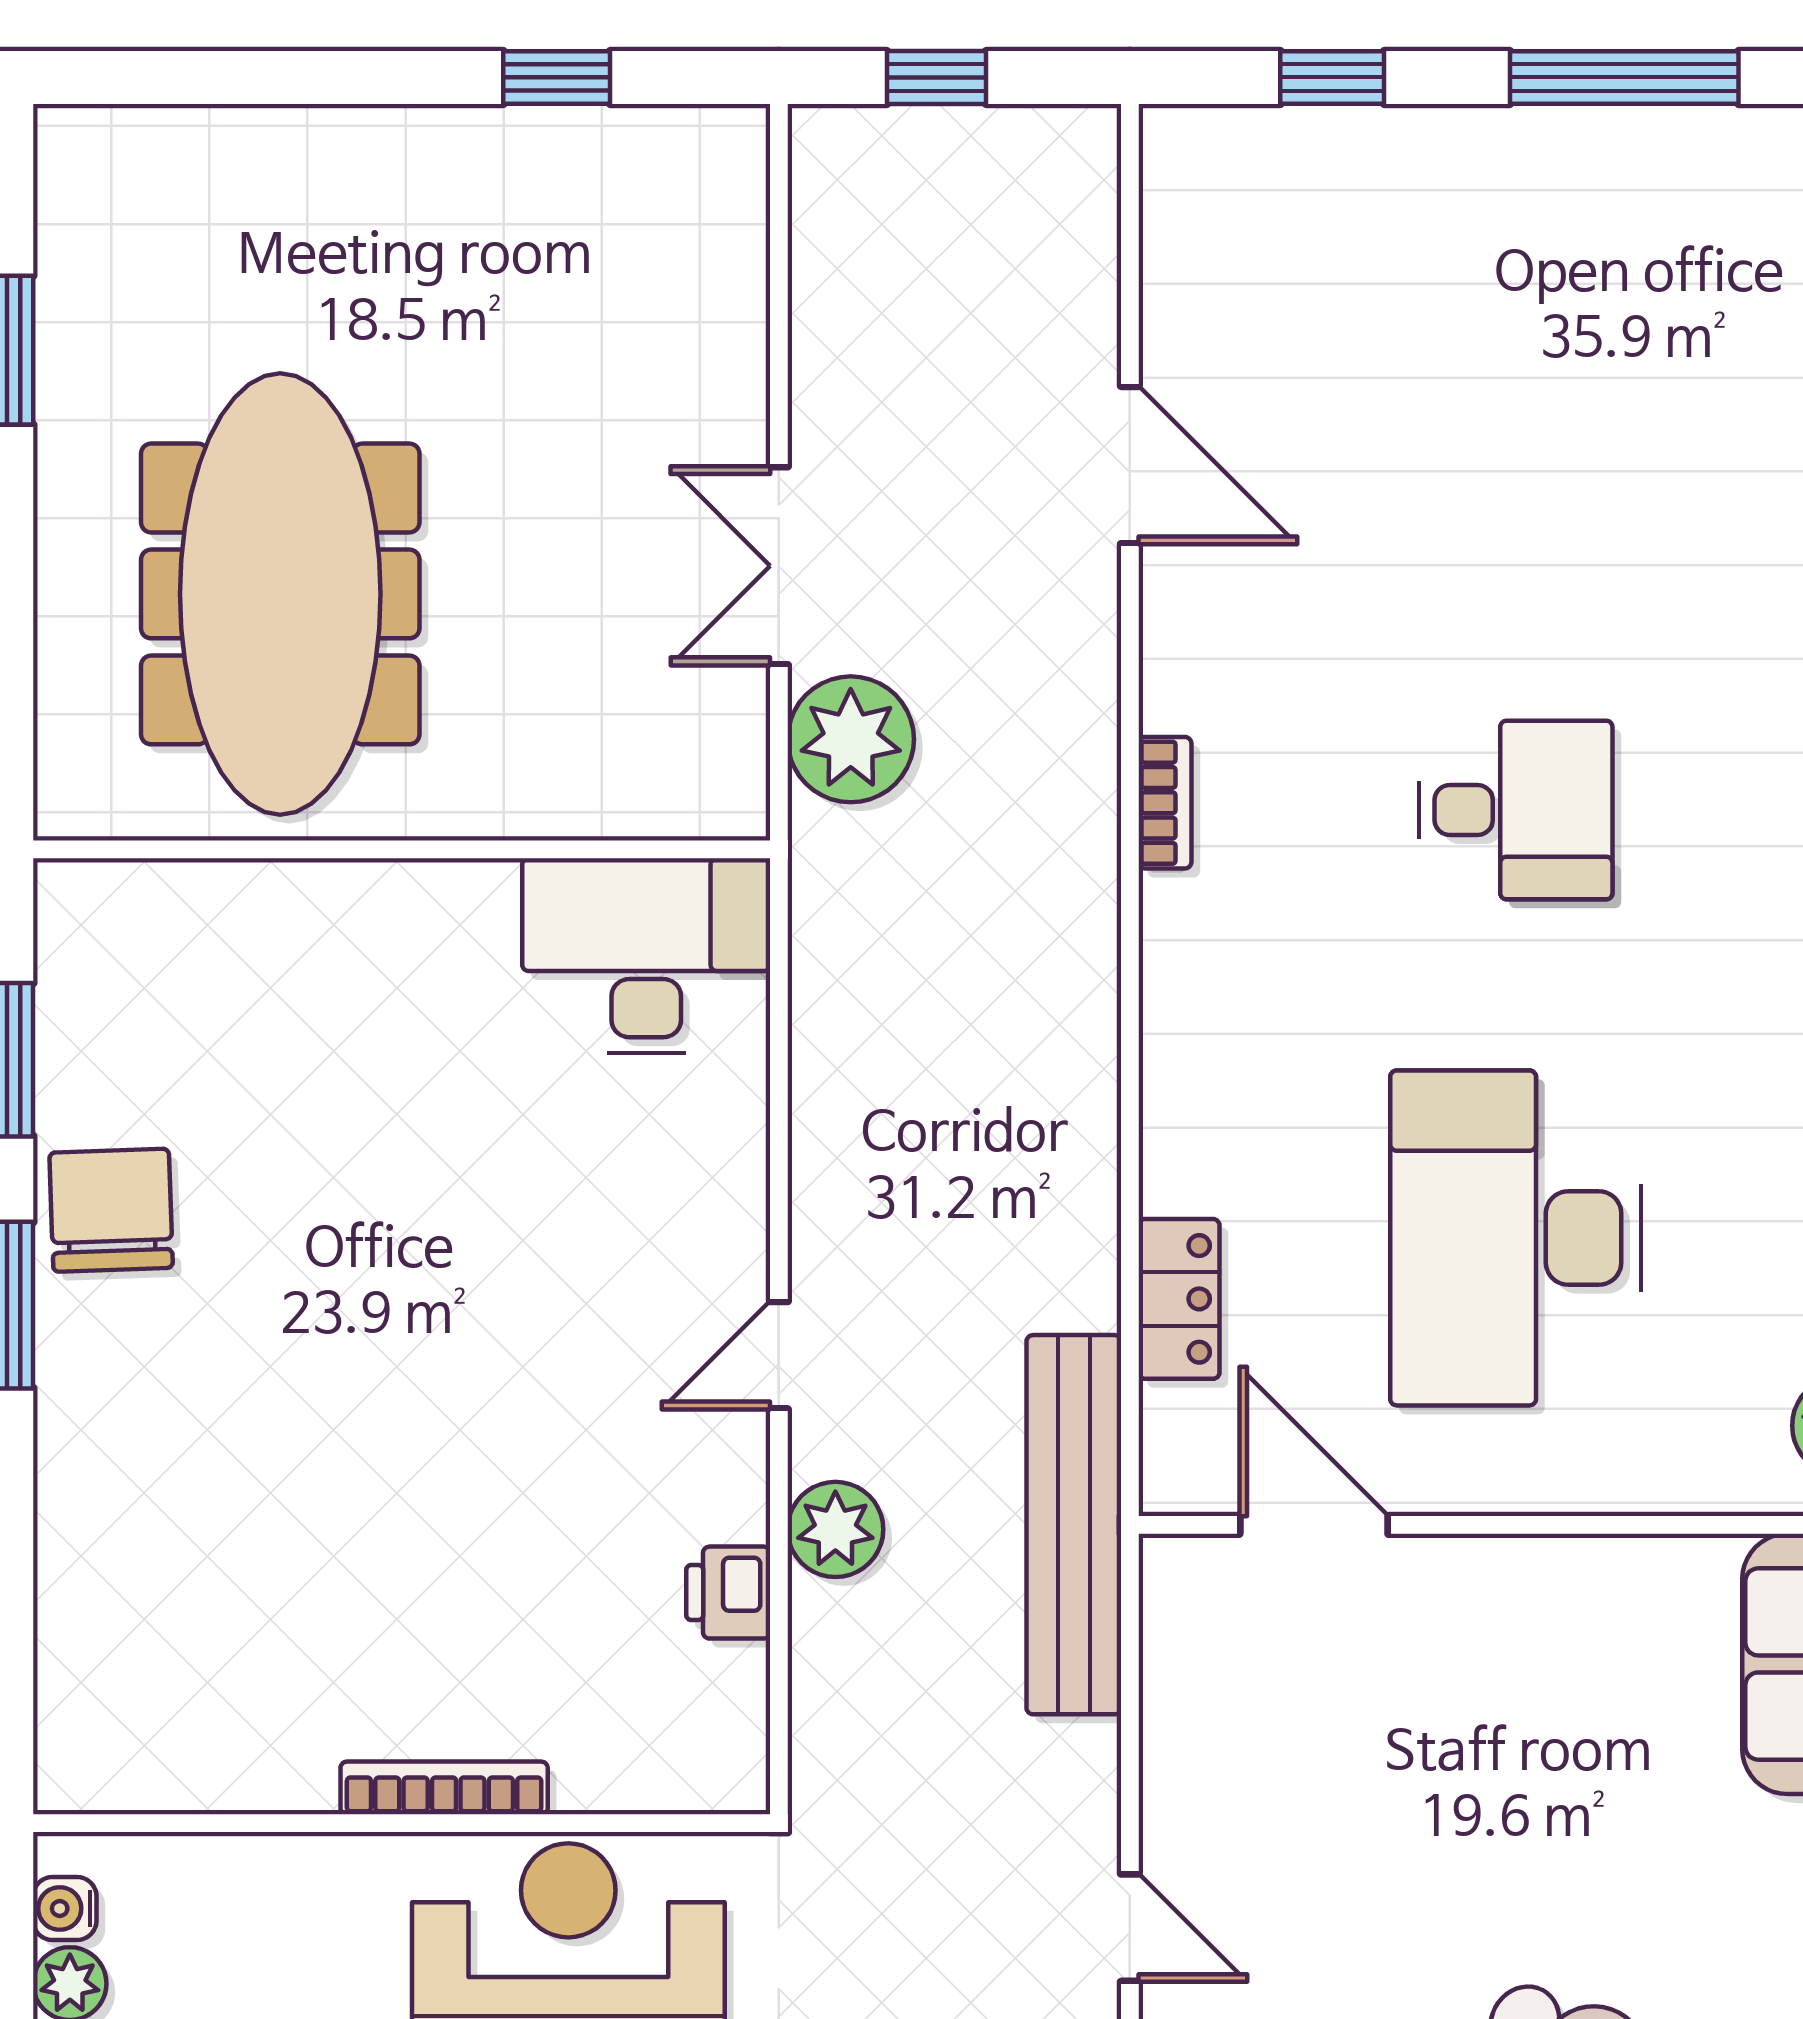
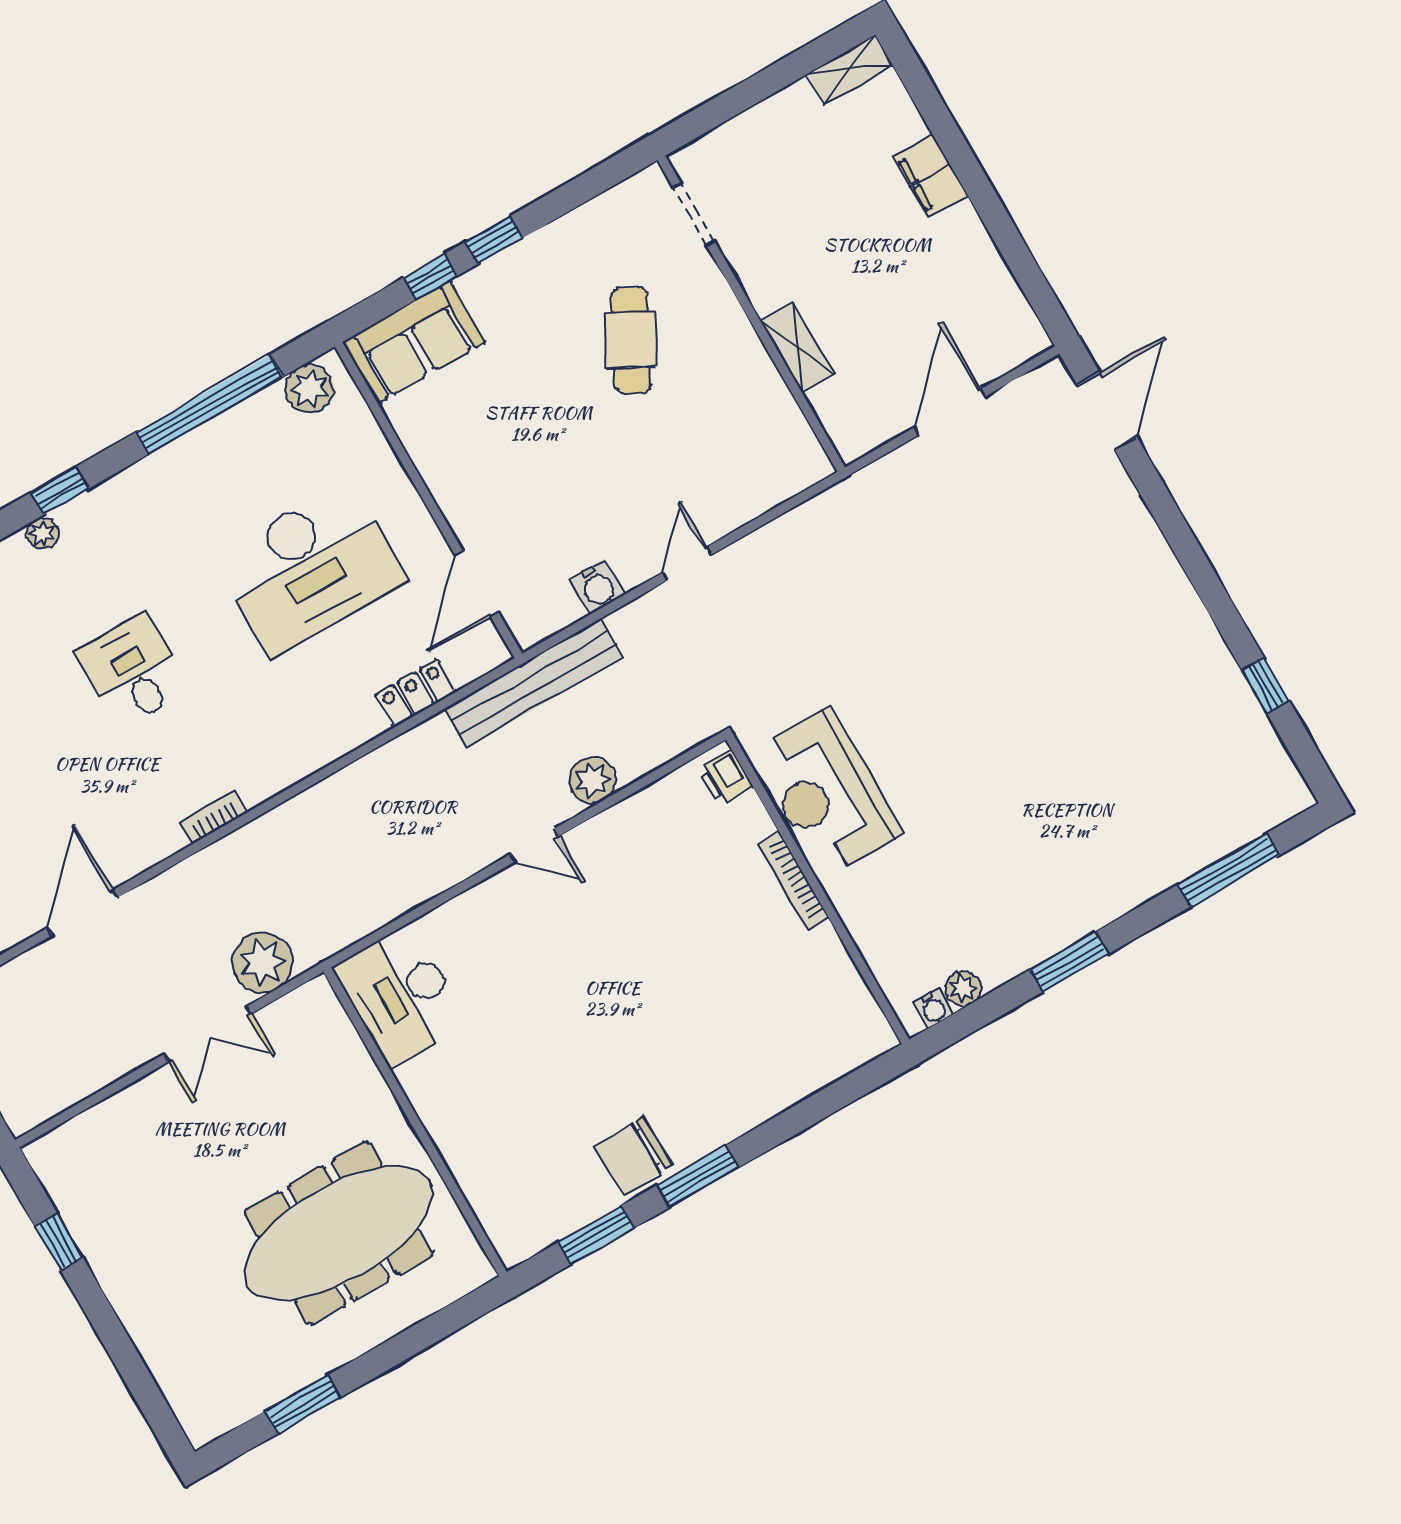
printer: (728, 1593) -> (725, 778), moved, turned 90
water cooler: (1182, 1740) -> (597, 587), added

